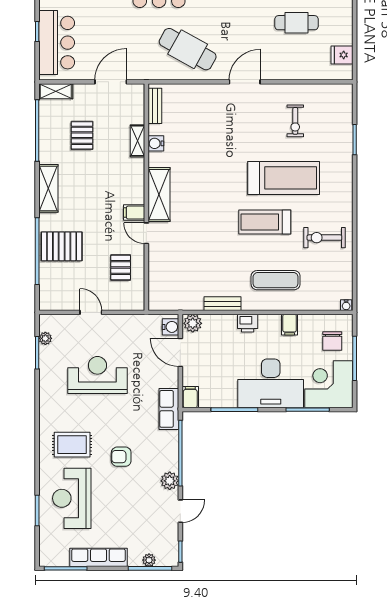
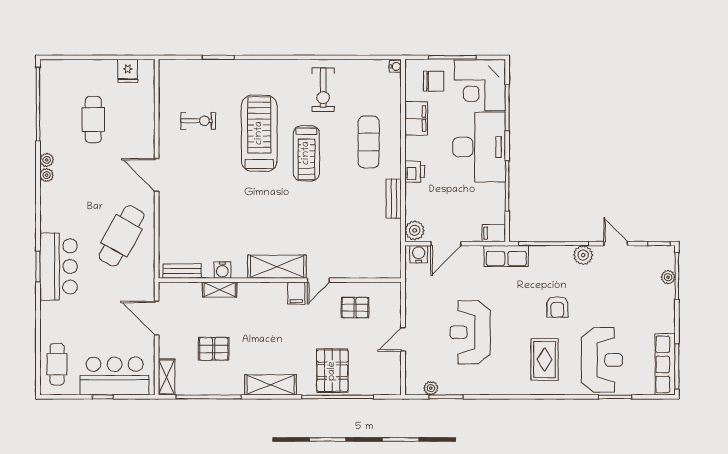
filing cabinet: (290, 325) -> (416, 118), width x2.00
reception desk: (72, 498) -> (602, 360), turned -90
row of seats: (98, 557) -> (665, 364), moved

